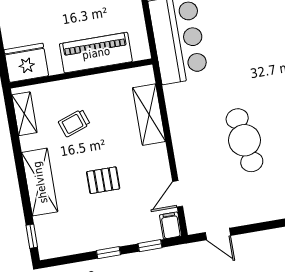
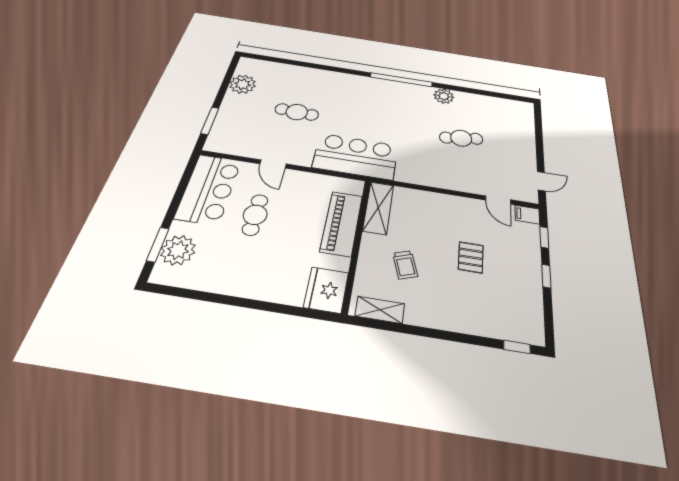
shelving: (149, 115) -> (378, 208), moved, turned 90
cafe table: (244, 140) -> (461, 138), width x0.73, depth x0.74
shelving: (40, 182) -> (458, 319), removed

